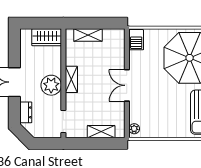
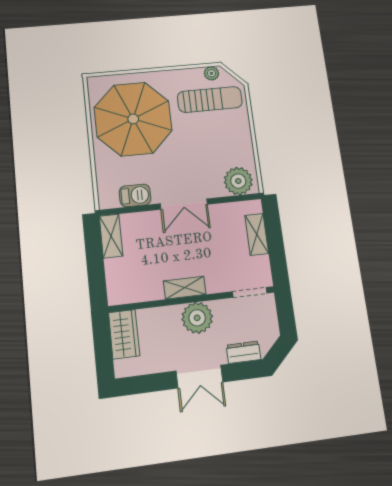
shelving: (88, 35) -> (111, 236), moved
barbecue: (136, 40) -> (135, 195), moved
plant: (134, 129) -> (238, 181), width x1.88, depth x1.88

